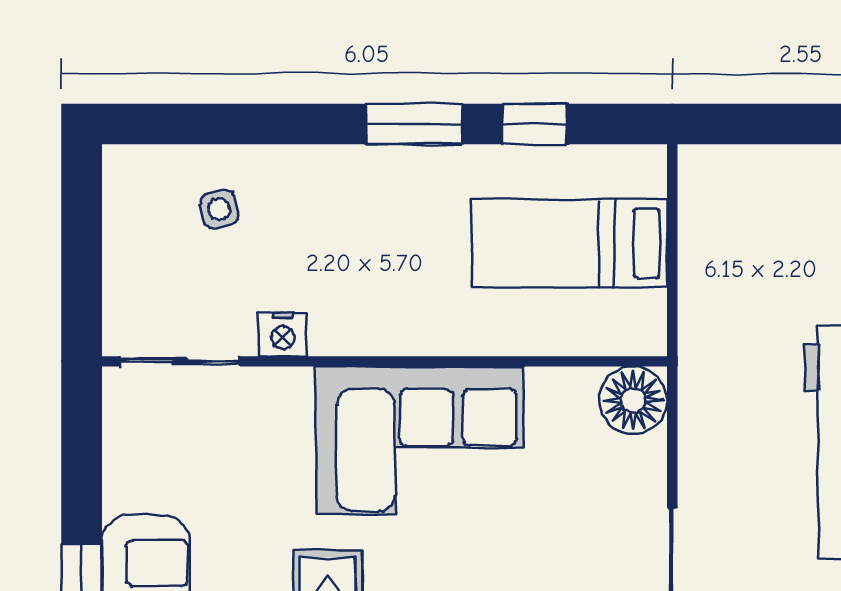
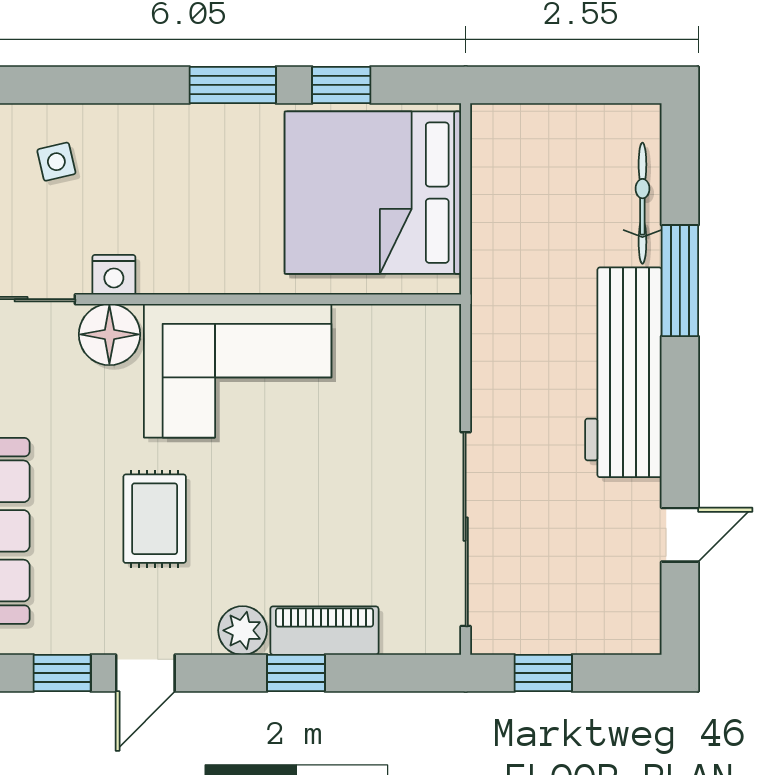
bed: (570, 243) -> (373, 193), width x2.04
floor lamp: (633, 400) -> (109, 334), moved

